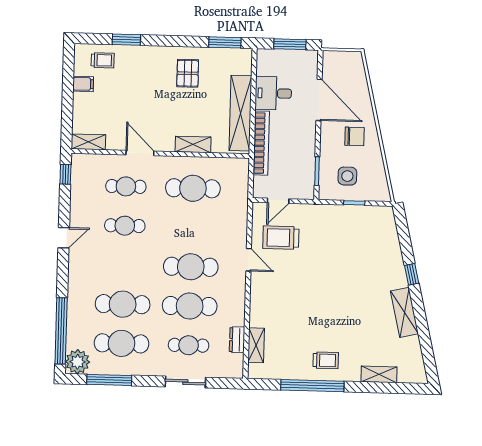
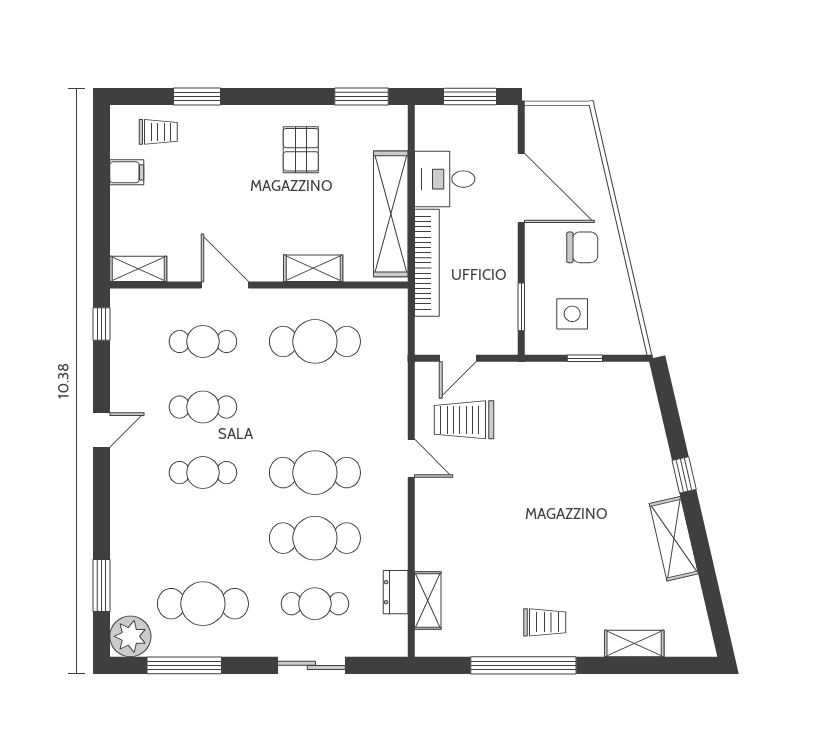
cafe table: (123, 304) -> (203, 473), moved, width x0.73, depth x0.74
window: (61, 331) -> (102, 586), width x0.47

